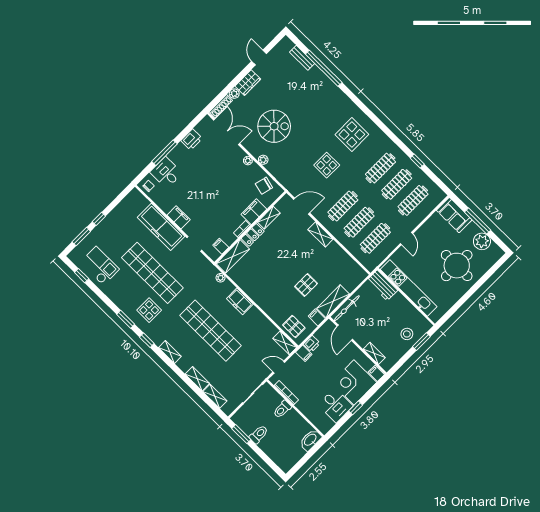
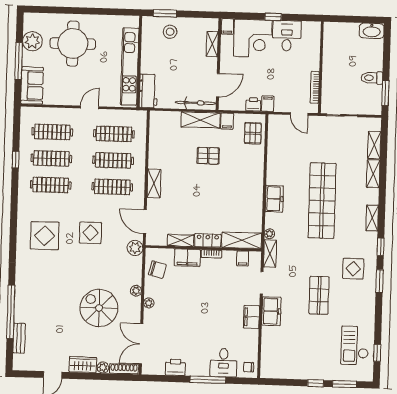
plant: (291, 184) -> (135, 248), added
freezer: (161, 227) -> (271, 311), width x0.52, depth x0.79
shop shelf: (152, 273) -> (319, 295), width x0.50, depth x0.74
shelving: (285, 343) -> (270, 254), moved
toilet: (282, 409) -> (332, 78), removed
washbasin: (310, 440) -> (372, 31), moved

